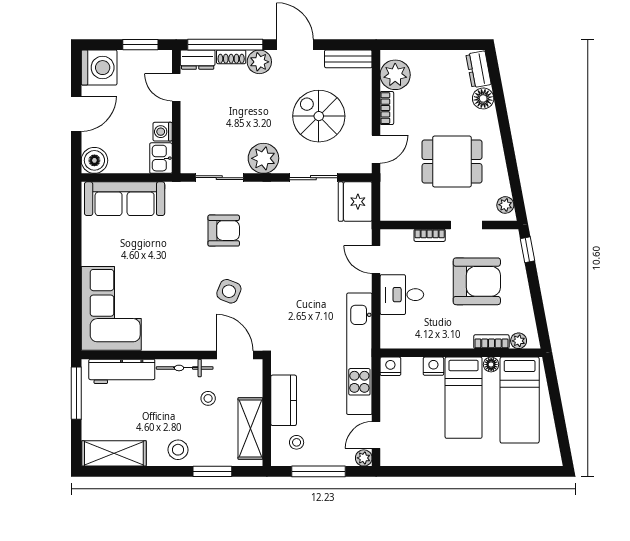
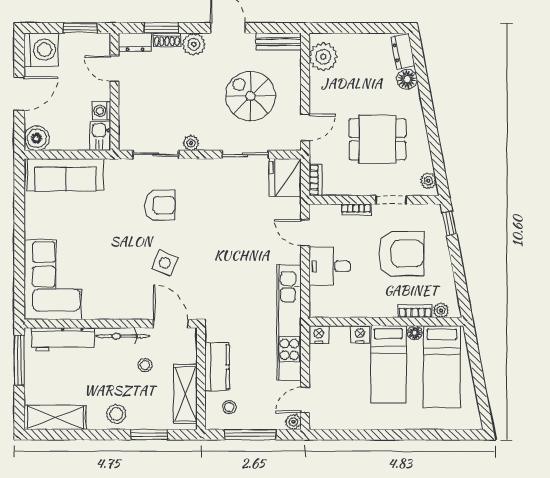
window: (225, 45) -> (161, 28), width x0.47
bookcase: (387, 108) -> (315, 180), moved
plant: (263, 158) -> (191, 143), width x0.53, depth x0.53

